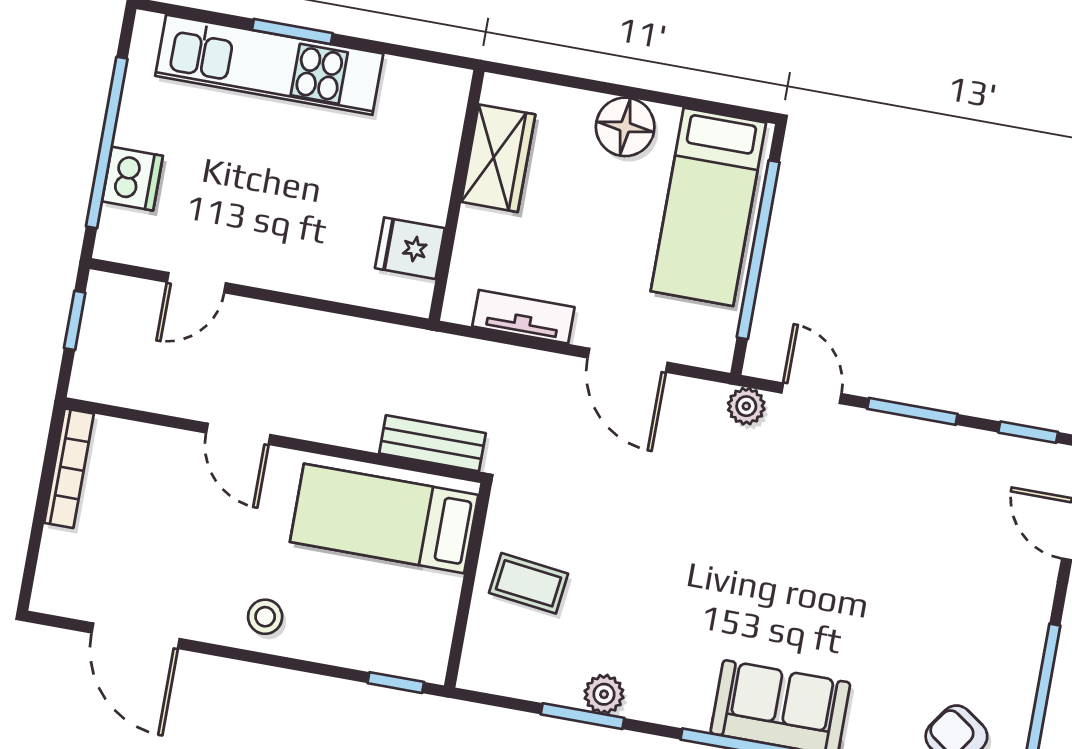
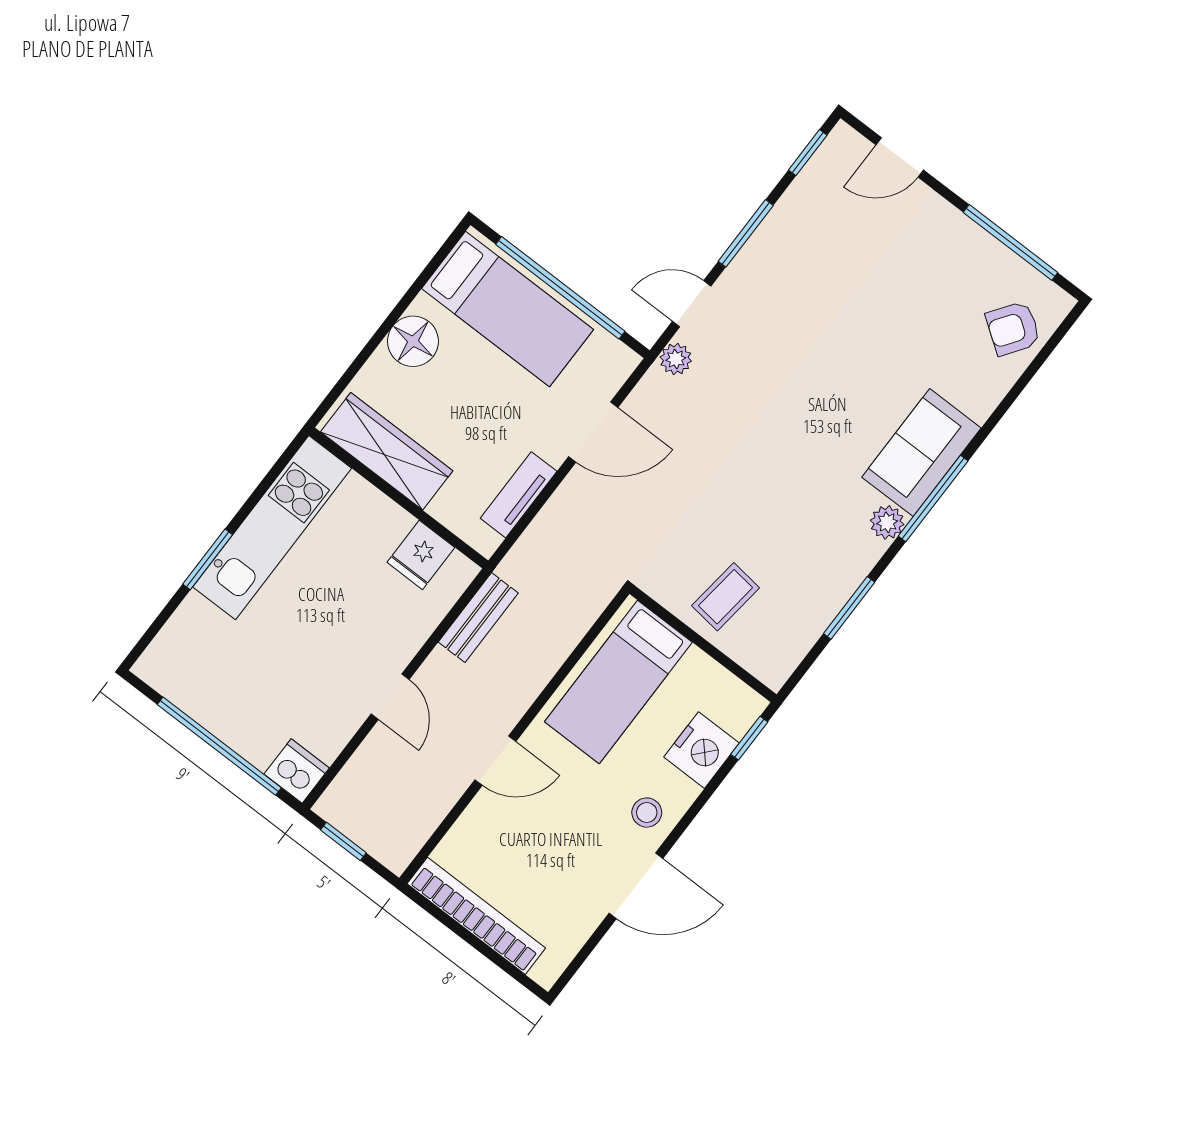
kitchen unit: (269, 65) -> (272, 528), moved
wardrobe: (498, 158) -> (387, 451), width x1.50
dishwasher: (132, 179) -> (297, 771), moved
door: (196, 283) -> (390, 697), moved
bench: (432, 443) -> (478, 618), moved
bookcase: (69, 468) -> (476, 916), width x1.48, depth x1.31
door: (136, 636) -> (636, 886), moved
nightstand: (358, 640) -> (701, 750), added
plant: (604, 694) -> (887, 522), moved

